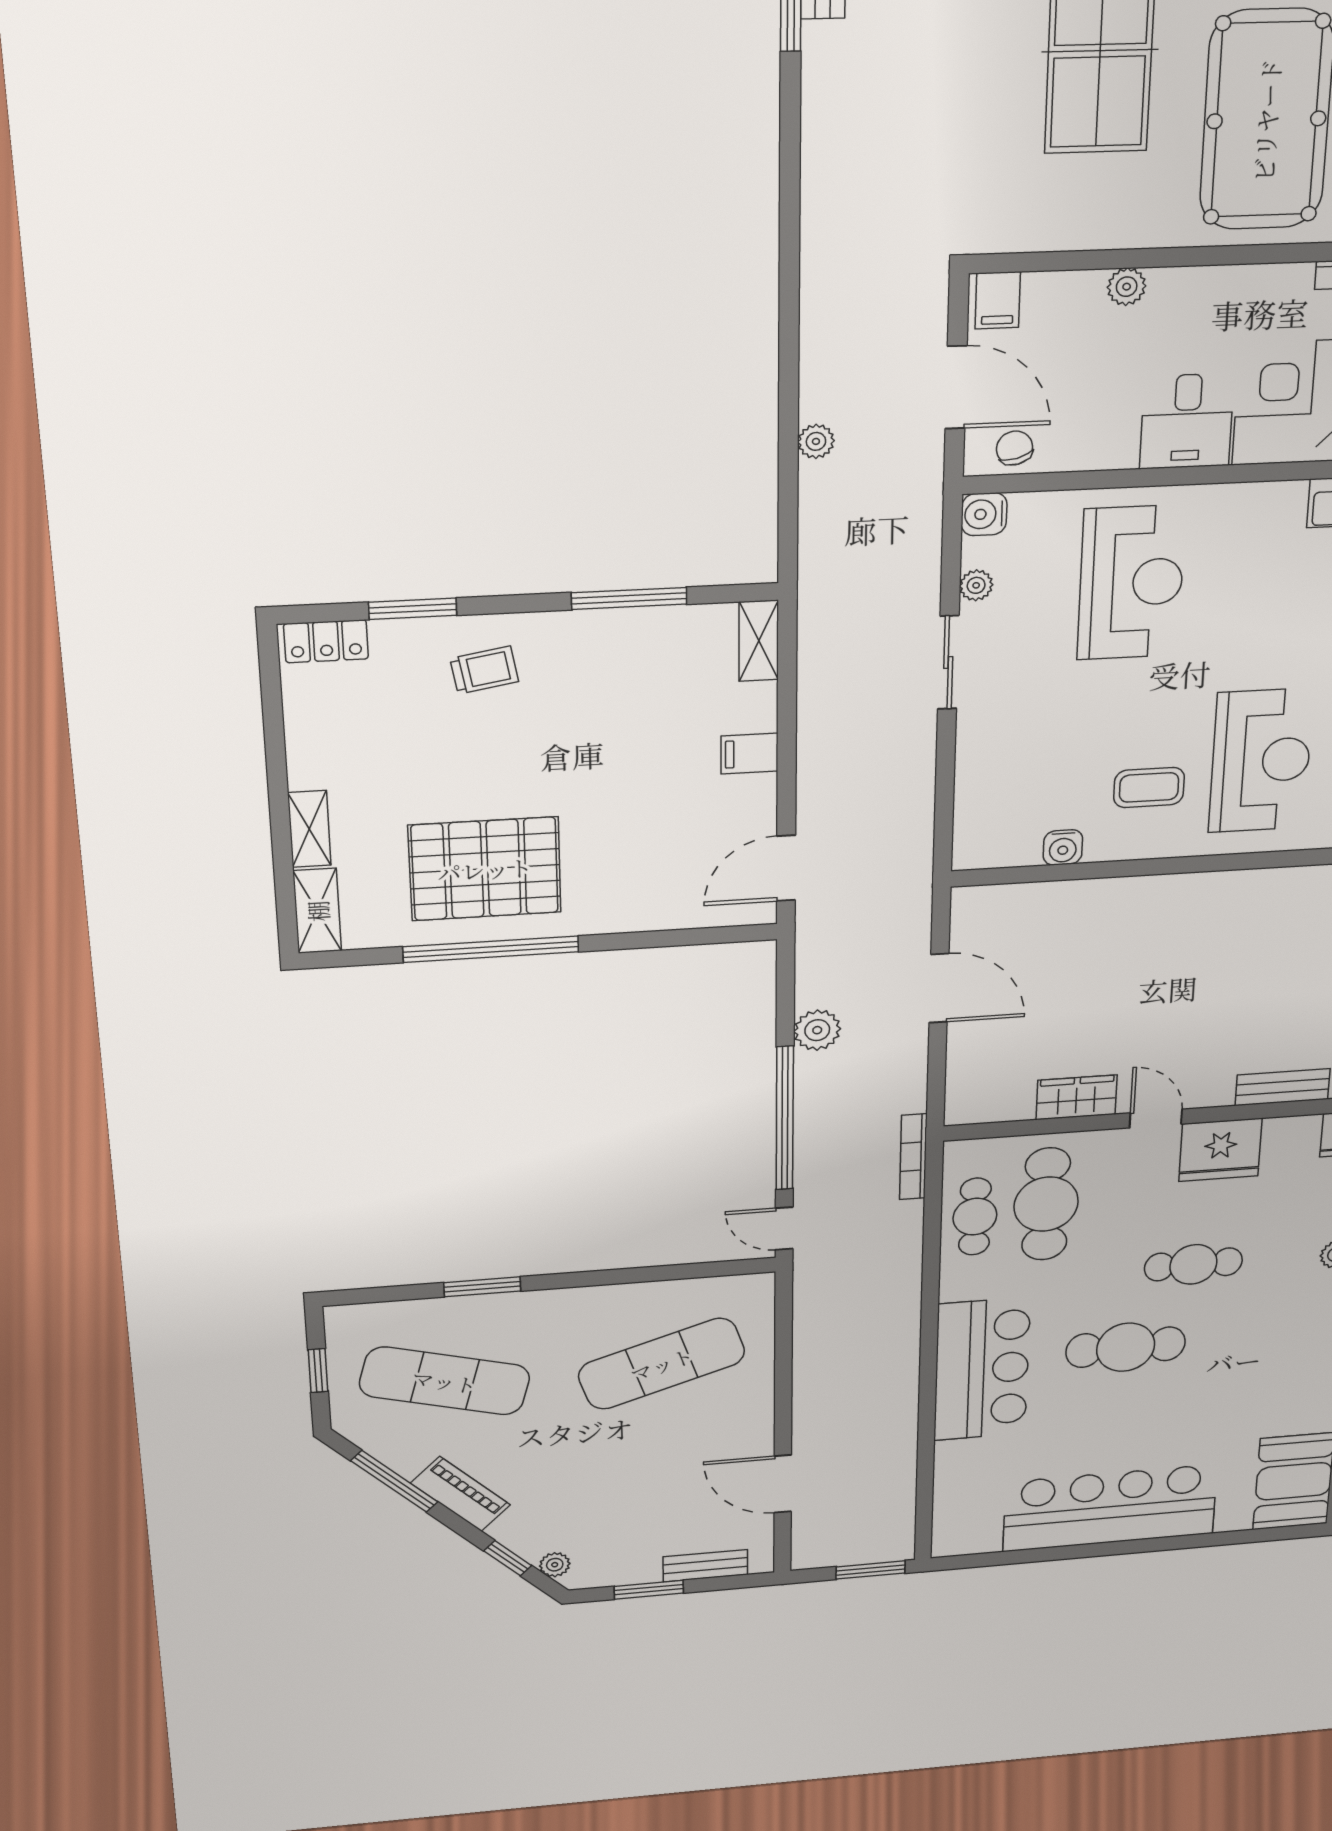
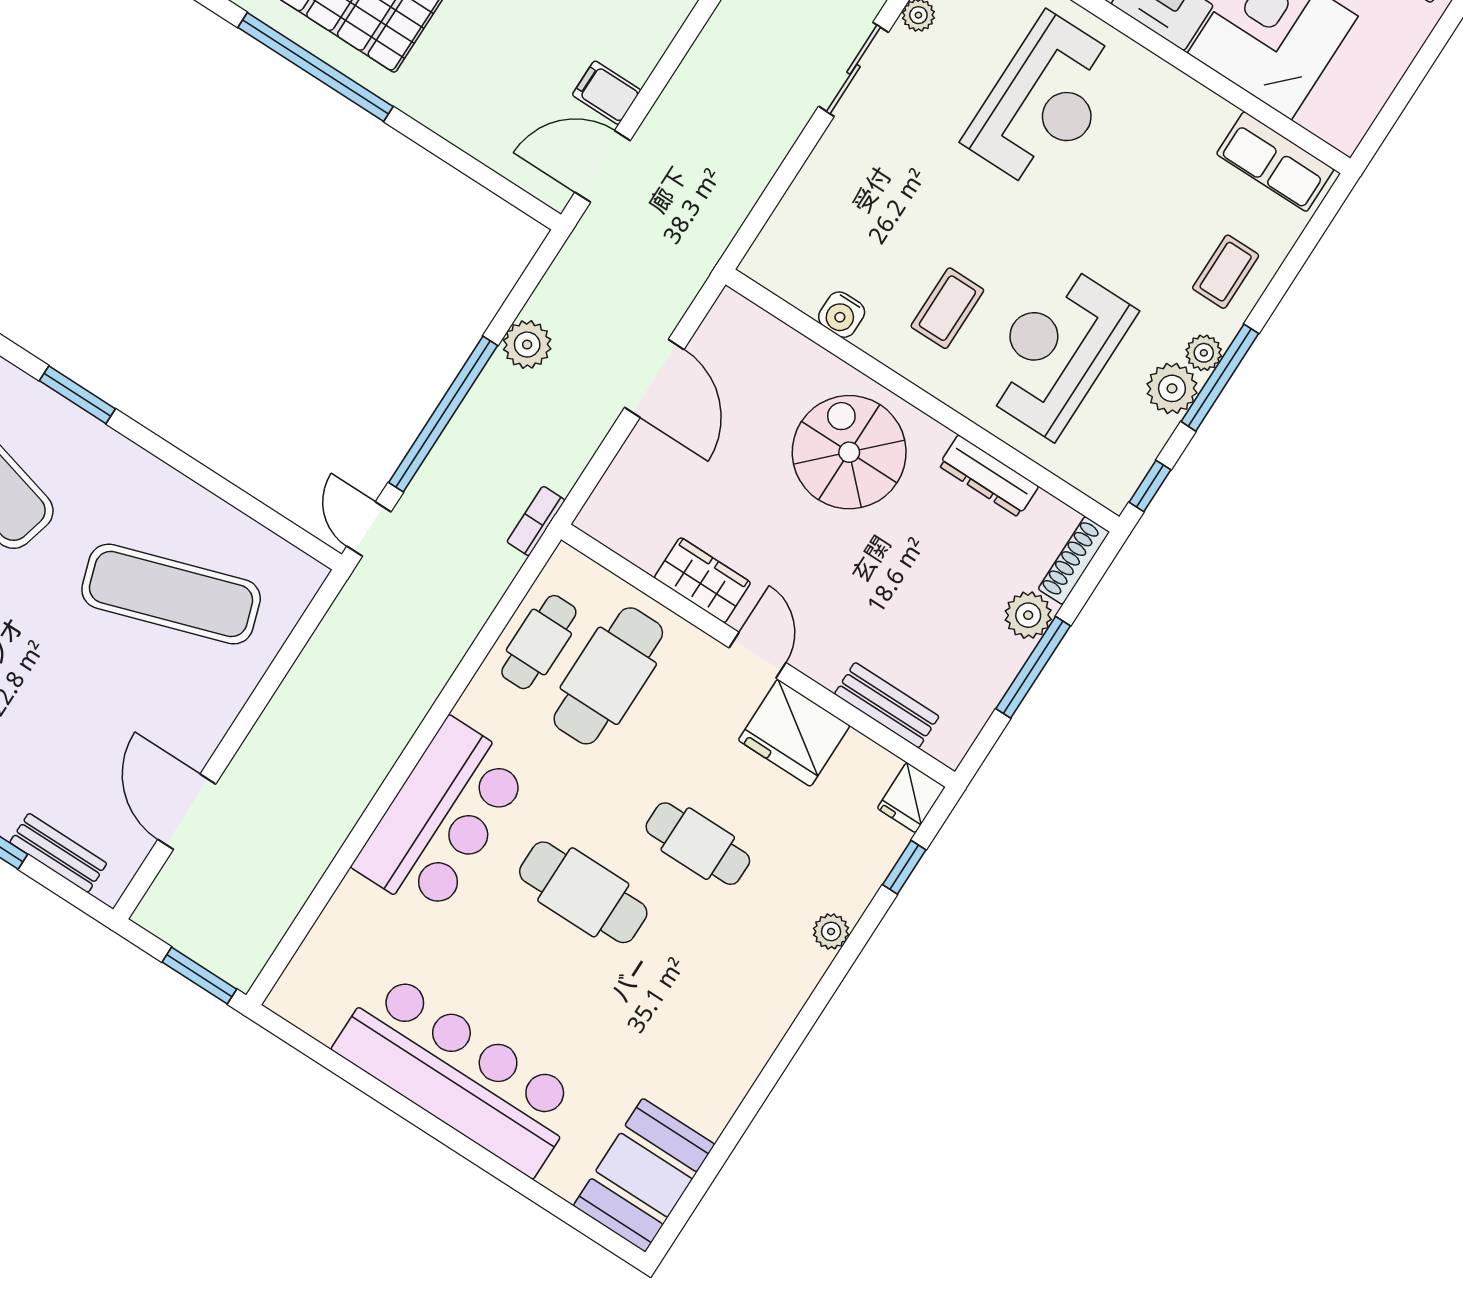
filing cabinet: (749, 754) -> (607, 93), moved
reception desk: (1261, 761) -> (1056, 350), turned 180
coffee table: (1149, 787) -> (947, 308), turned 90
dresser: (1263, 884) -> (988, 476), added
spiral stairs: (1136, 939) -> (849, 452), added
bookcase: (913, 1157) -> (536, 521), width x0.64

